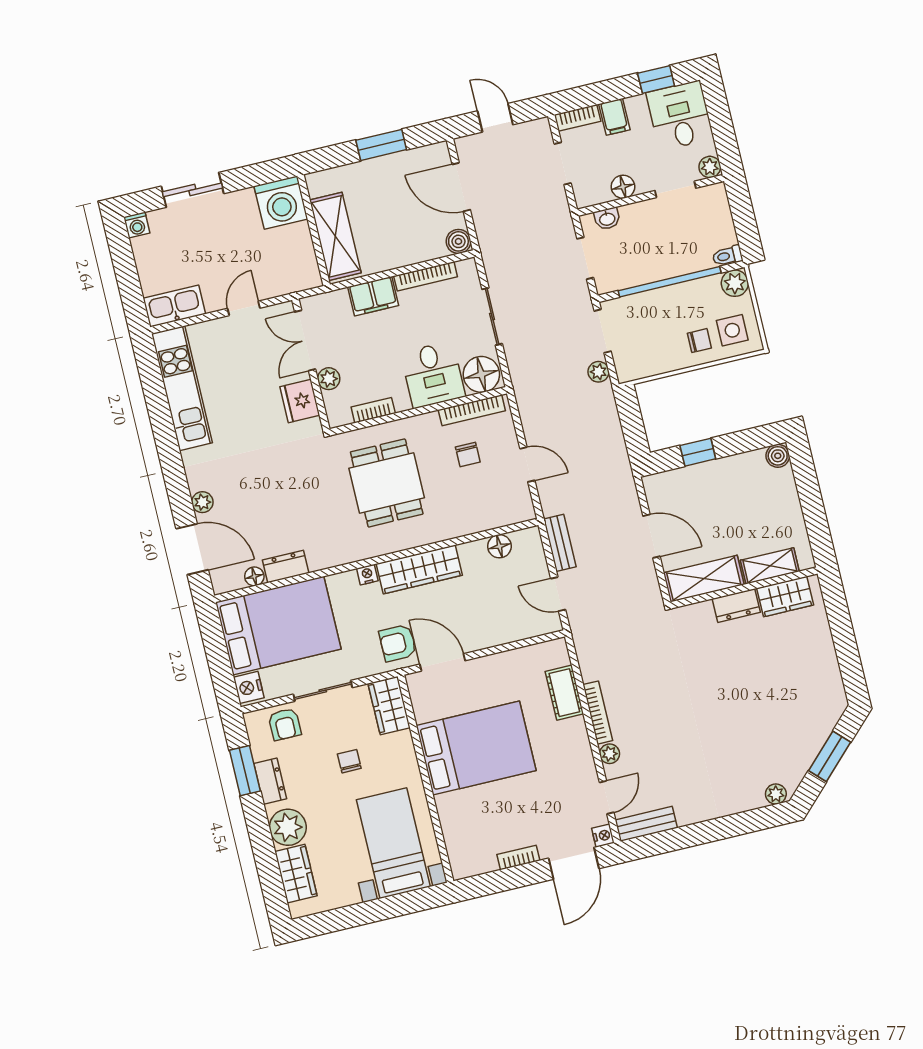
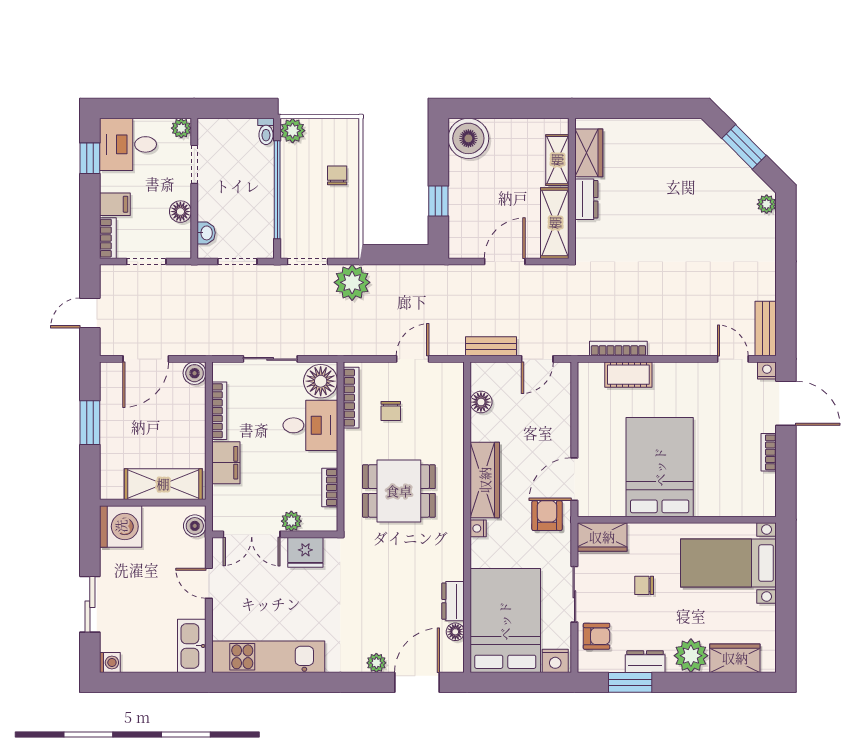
boiler: (300, 279) -> (195, 526), added
side table: (732, 330) -> (335, 143), removed
plant: (598, 372) -> (352, 282), width x1.87, depth x1.87
chair: (468, 455) -> (391, 411), turned 90
boiler: (778, 456) -> (468, 138), width x1.86, depth x1.86
armchair: (398, 643) -> (547, 516), turned 180
bookcase: (598, 713) -> (618, 349), moved
plant: (610, 754) -> (694, 347), removed

